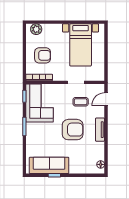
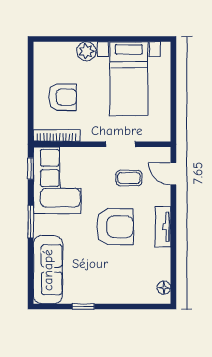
plant: (36, 29) -> (87, 51), moved
door: (106, 99) -> (173, 174), hinge flipped
sofa: (49, 165) -> (48, 270), moved, turned 90

